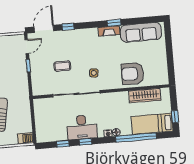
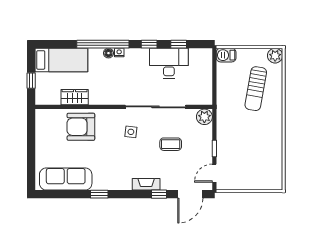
fireplace: (109, 31) -> (146, 184), moved
armchair: (133, 74) -> (81, 127), turned 180
plant: (38, 89) -> (204, 117), added
wardrobe: (145, 96) -> (75, 97), width x0.67
window: (175, 117) -> (31, 81), moved
desk: (82, 127) -> (169, 63), moved
window: (136, 137) -> (103, 44), moved

